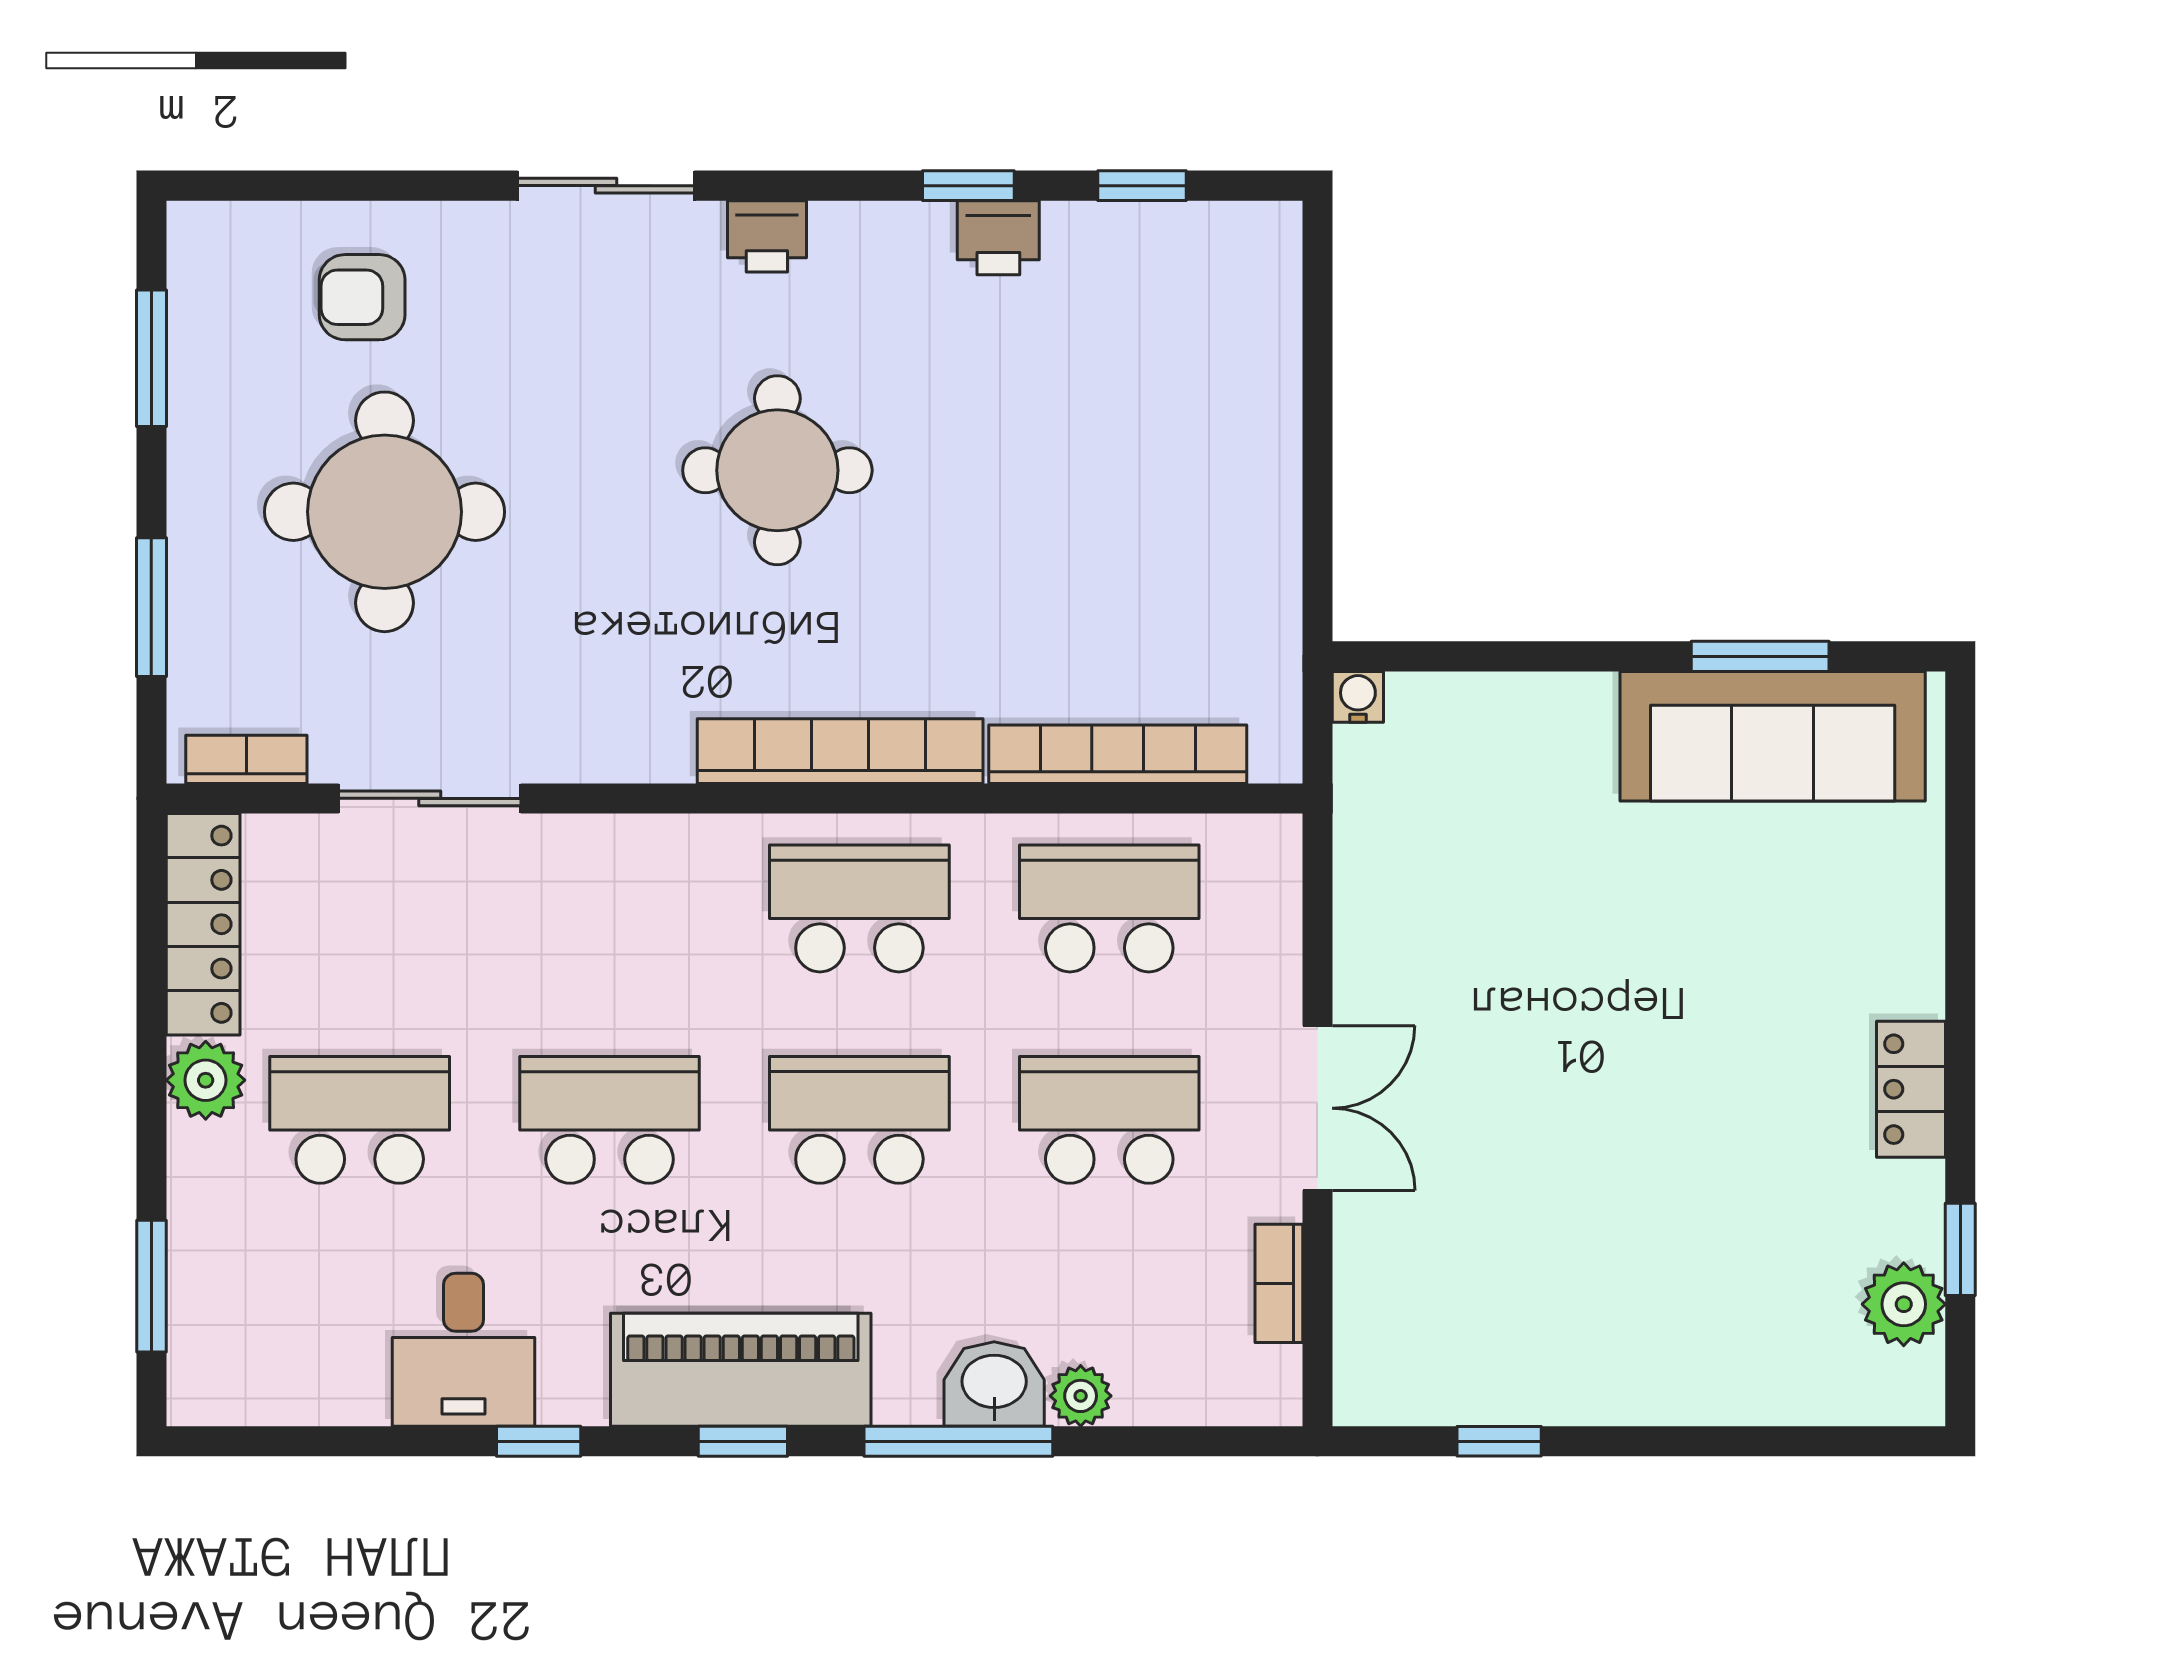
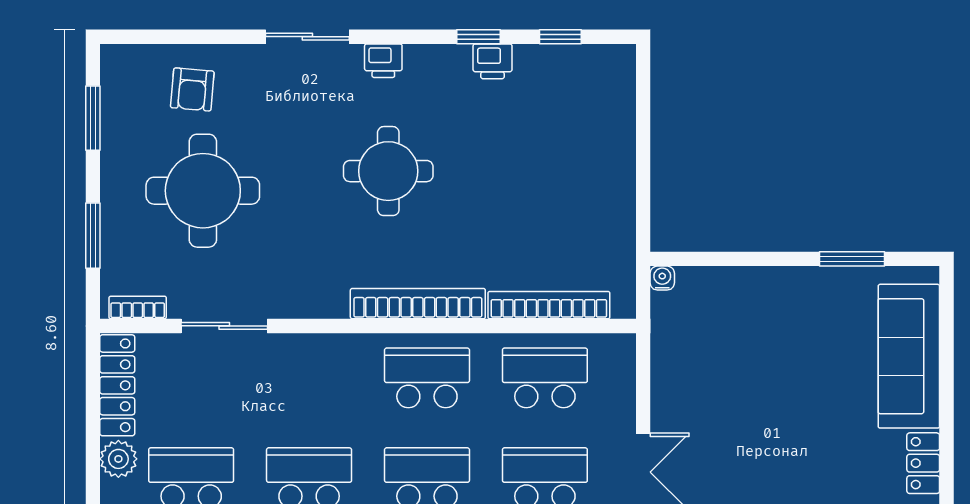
armchair: (362, 297) -> (192, 89), turned -85
sofa: (1773, 736) -> (909, 356), moved, turned 90

